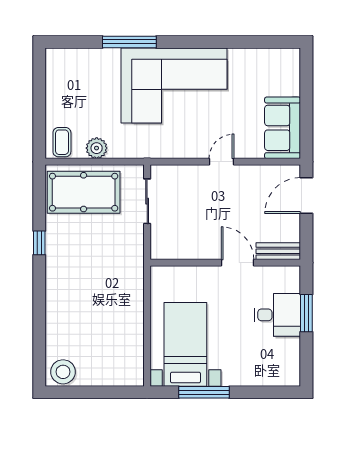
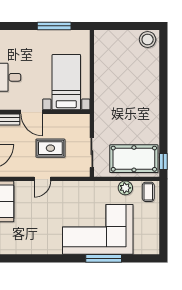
corner sofa: (174, 86) -> (98, 229), moved
rug: (209, 208) -> (50, 148), added
window: (39, 243) -> (163, 161), moved
bed with nightstands: (185, 344) -> (66, 82), moved, turned 180

